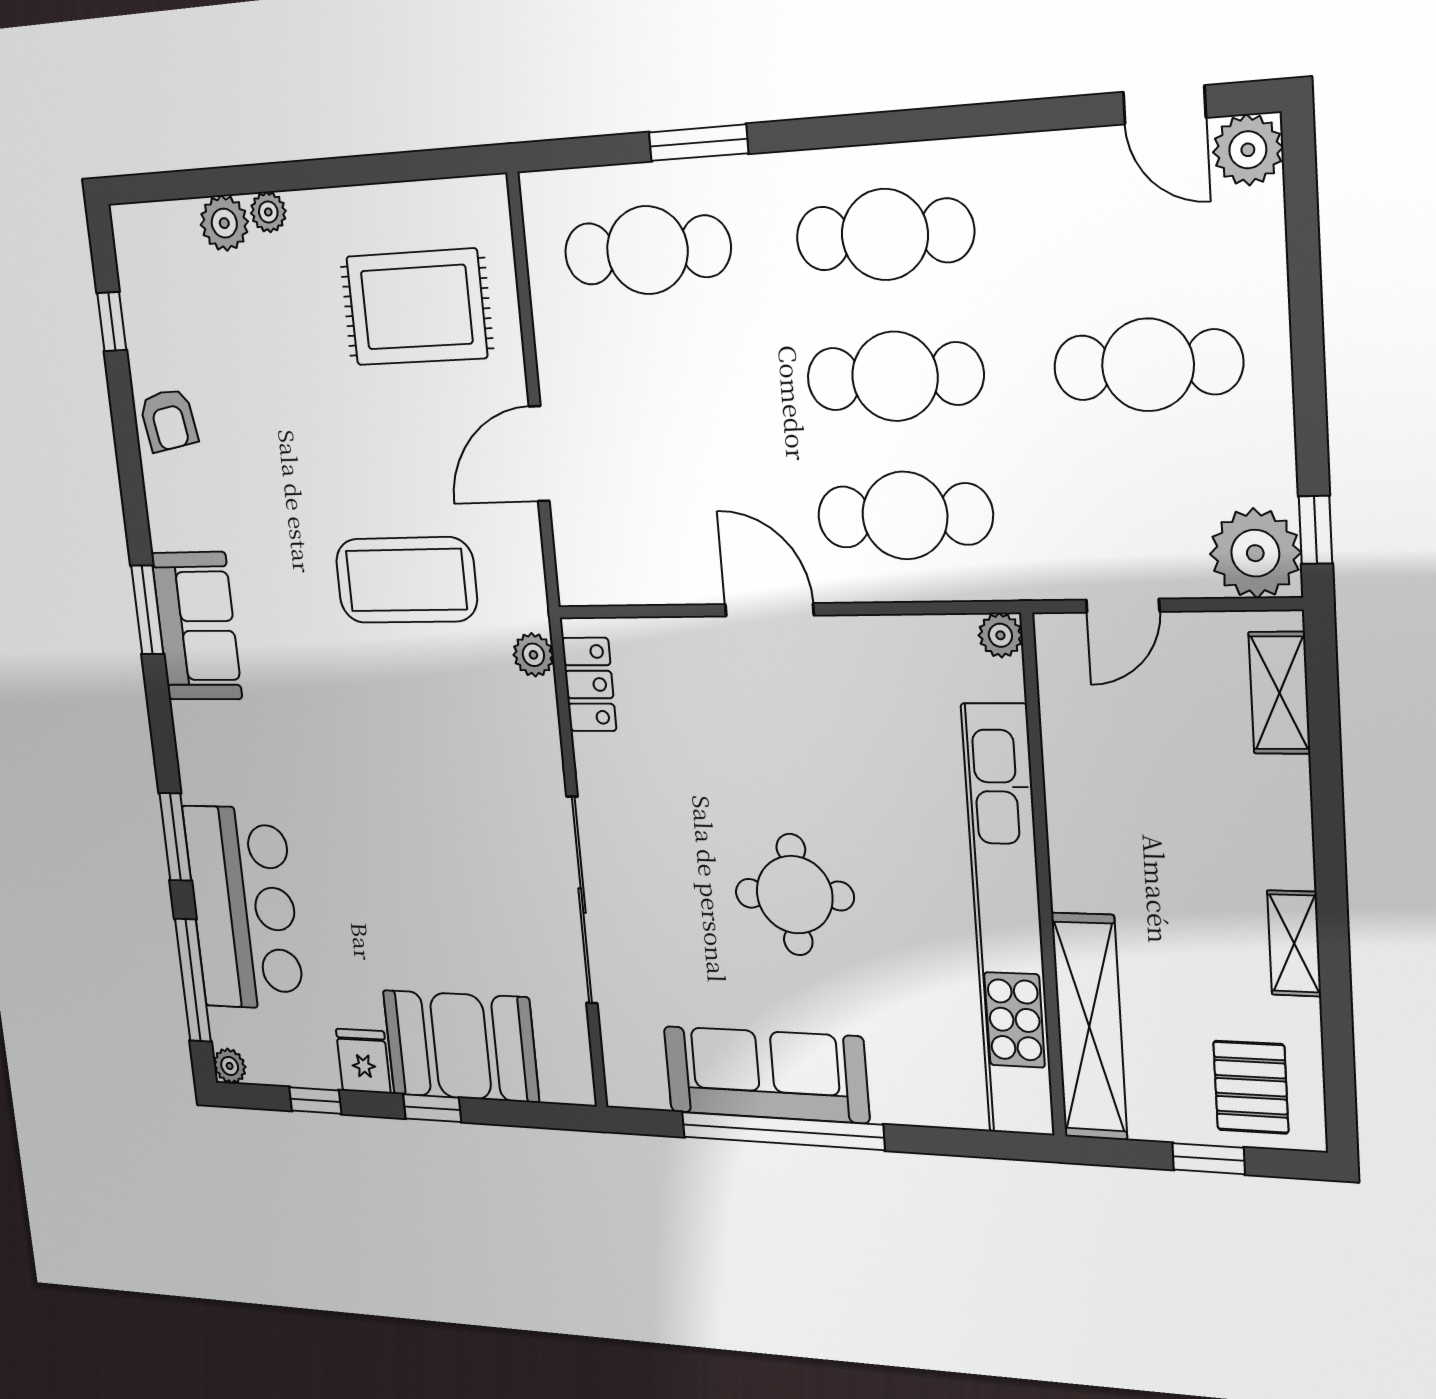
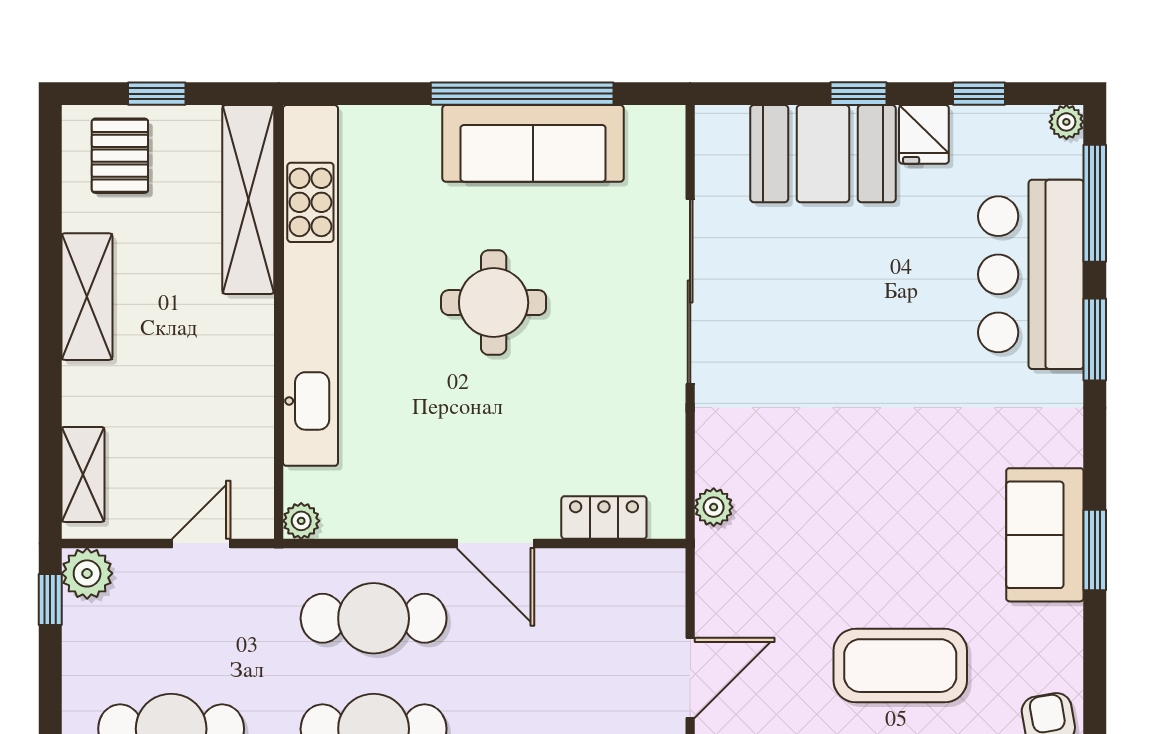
plant: (1255, 553) -> (87, 573), width x0.73, depth x0.73
coffee table: (406, 580) -> (900, 666), moved
locker: (589, 684) -> (604, 517), moved, turned 90
shelving: (1294, 943) -> (87, 297), width x1.50, depth x1.33

